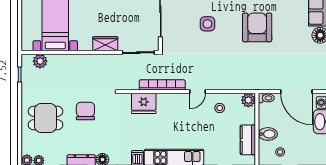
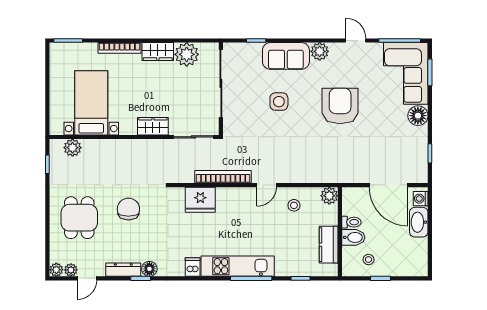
toilet: (266, 98) -> (351, 222), moved
dining table: (46, 118) -> (79, 218), turned 90

